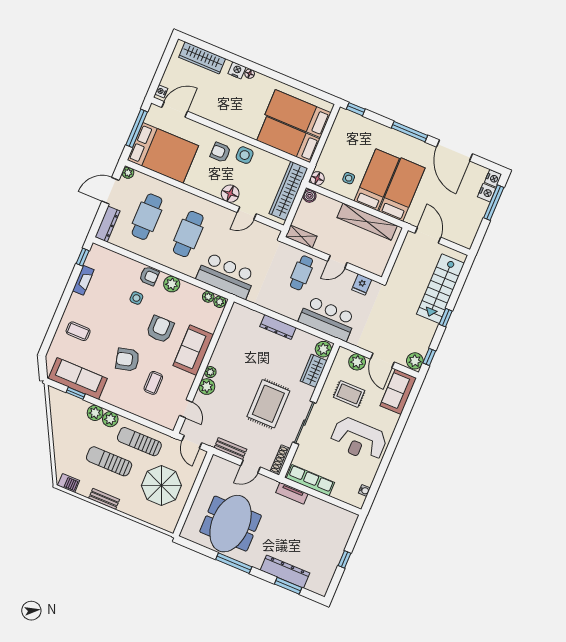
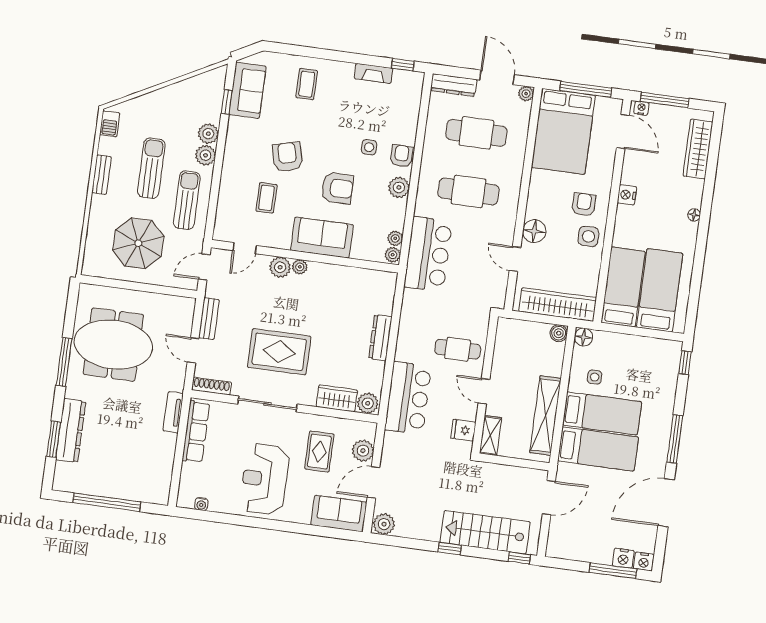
nightstand: (237, 70) -> (627, 195), moved, turned 180
window: (160, 73) -> (665, 100), added
shelving: (301, 237) -> (490, 436), moved
armchair: (149, 276) -> (401, 156), turned 180
window: (429, 357) -> (519, 558), moved
sofa: (78, 379) -> (247, 90), width x0.73
coffee table: (153, 383) -> (266, 198), turned 90
window: (345, 559) -> (107, 502), width x3.17

